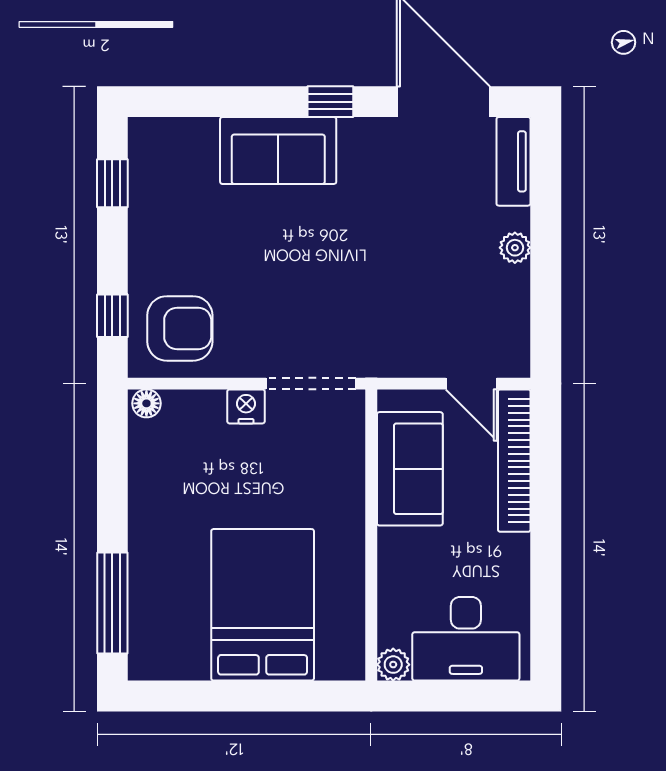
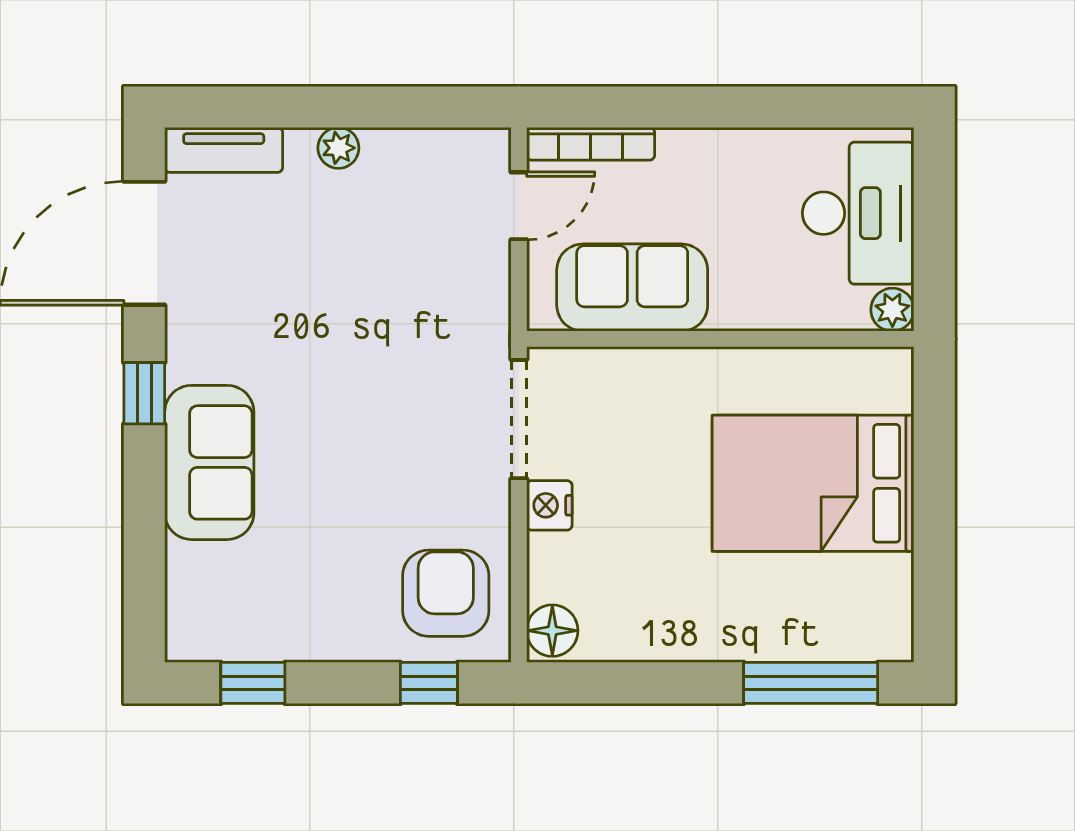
floor lamp: (146, 403) -> (552, 631), width x1.37, depth x1.37
bookcase: (514, 461) -> (591, 144), width x0.68, depth x0.76

